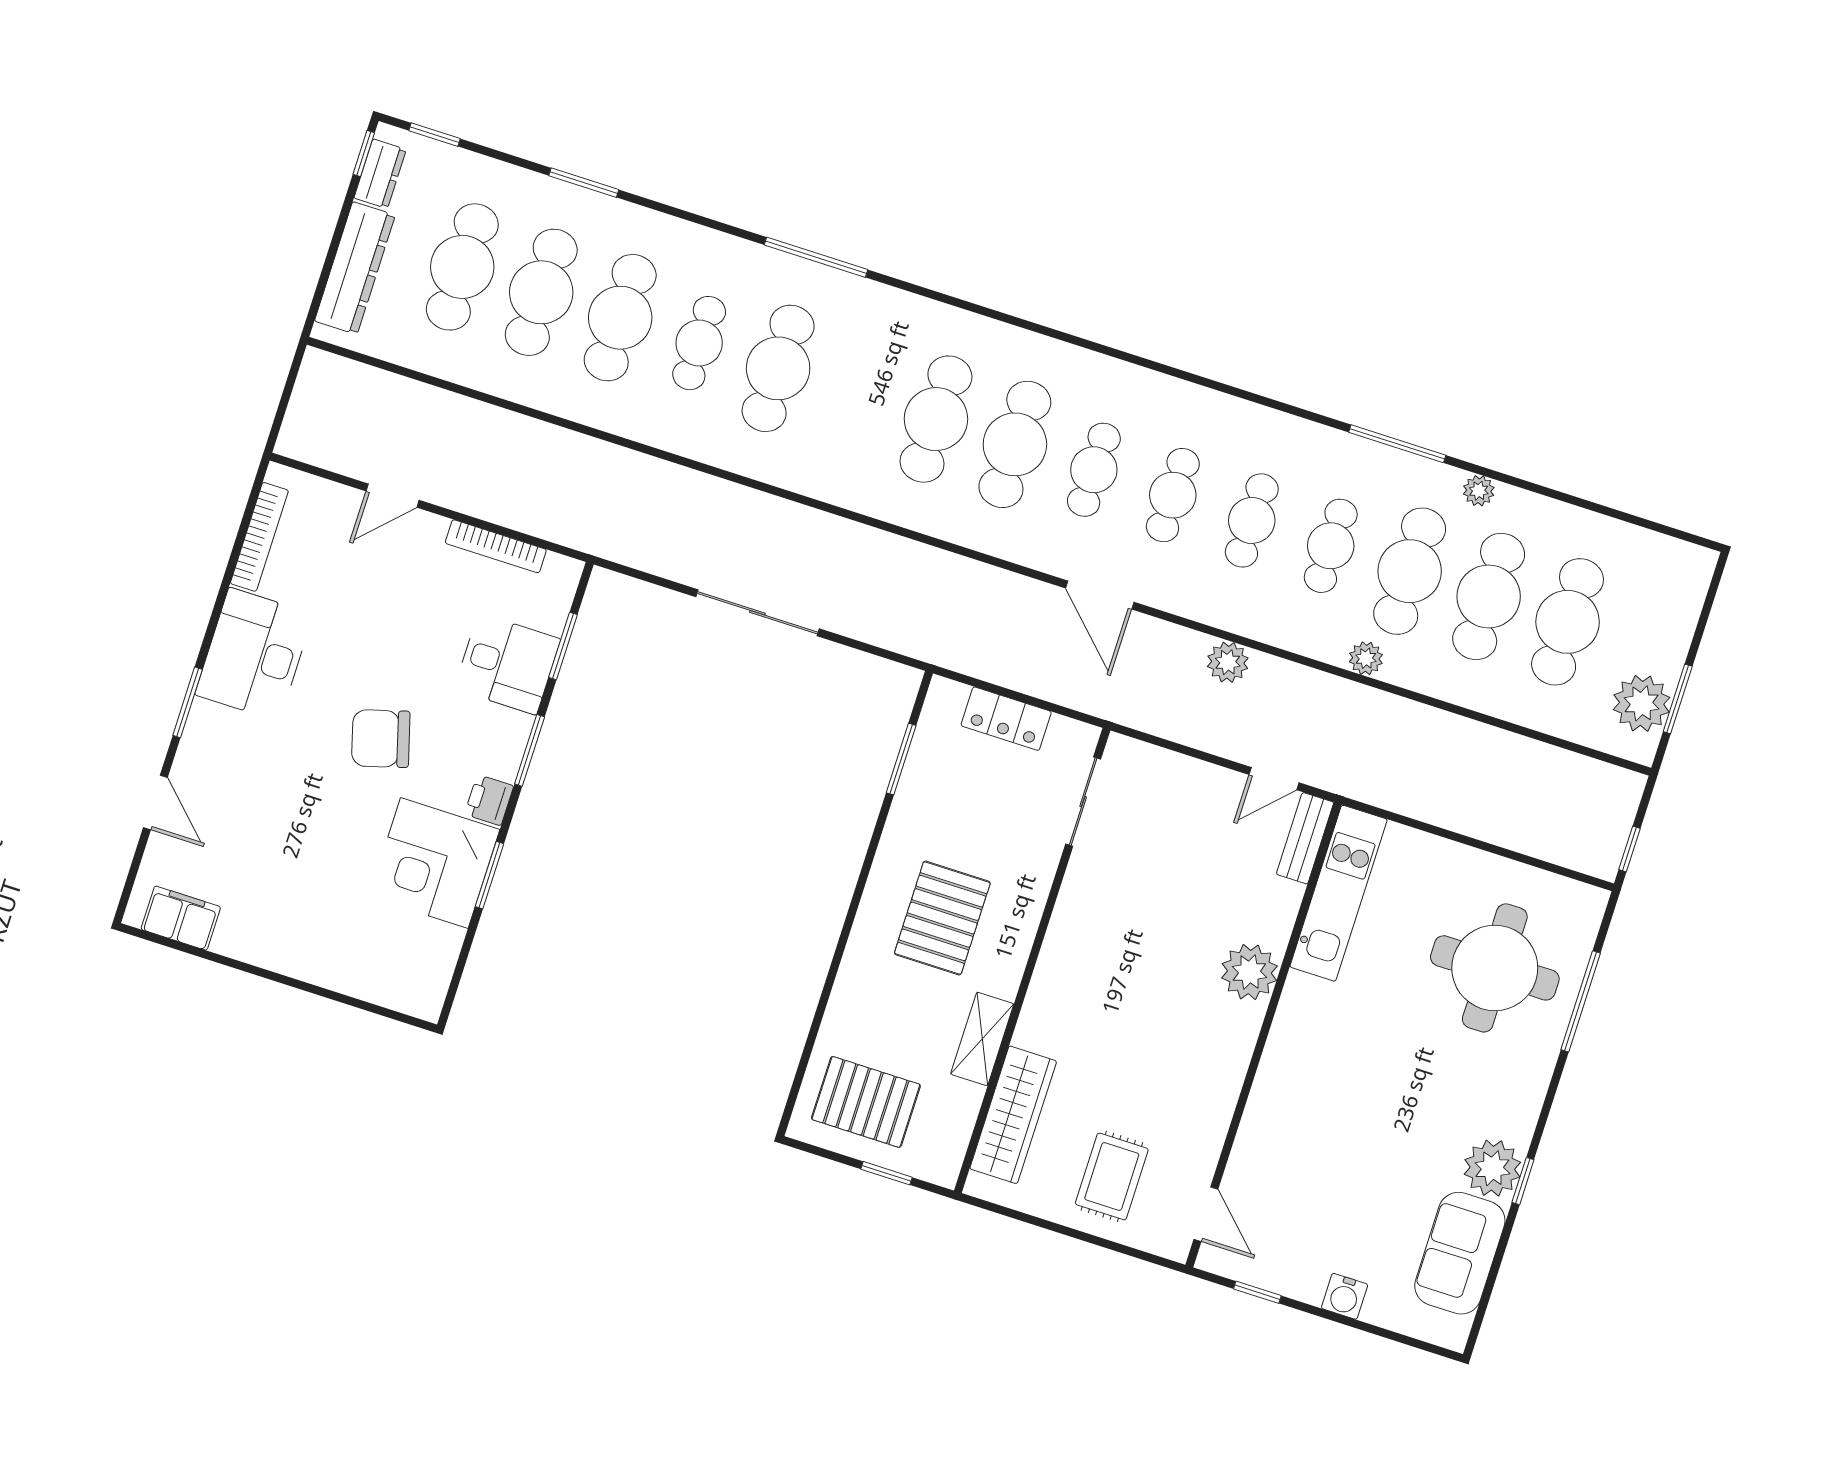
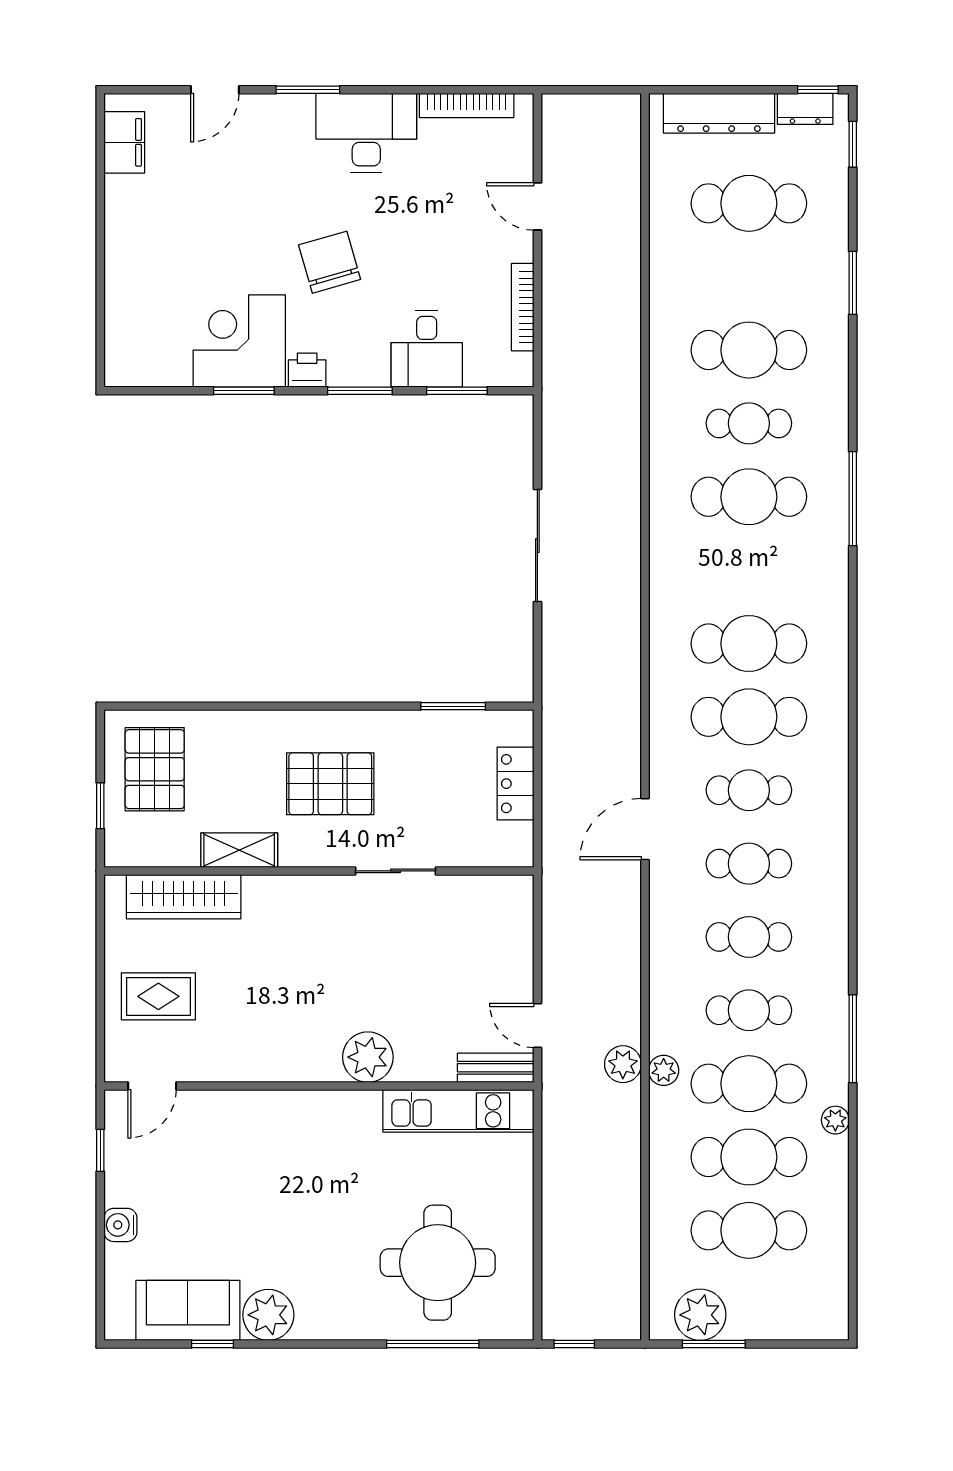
cafe table: (541, 292) -> (749, 277), removed
plant: (1228, 662) -> (623, 1064), moved
sliding door: (1083, 802) -> (395, 871), moved
window: (1523, 1181) -> (212, 1344), moved

